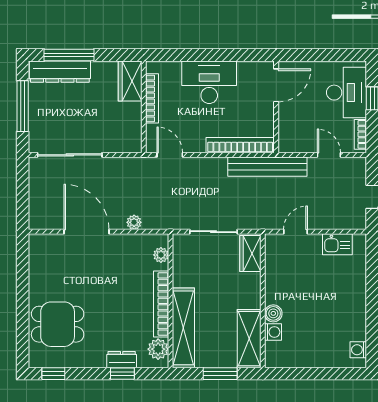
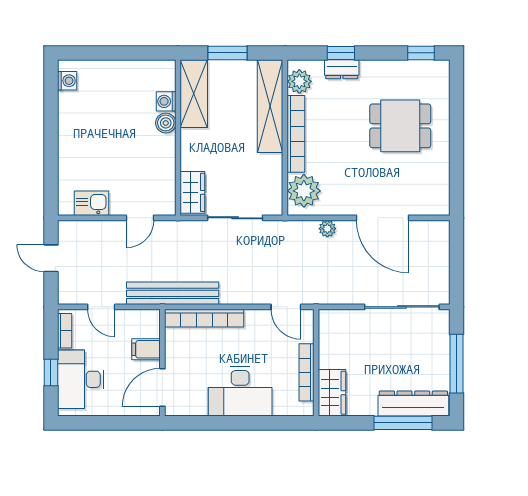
filing cabinet: (290, 118) -> (146, 349), added
plant: (161, 255) -> (304, 191), width x1.88, depth x1.88
dining table: (58, 324) -> (400, 126), moved

